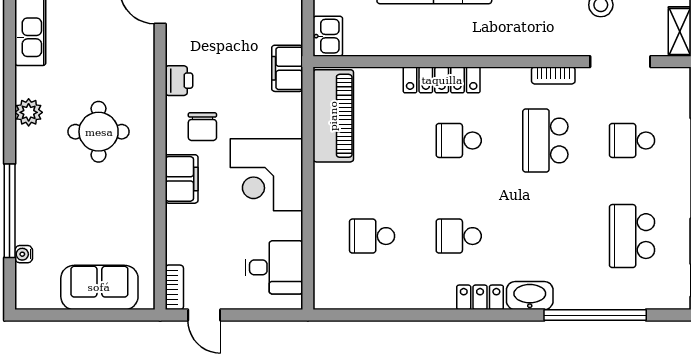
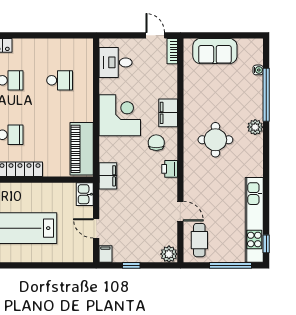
plant: (29, 112) -> (255, 127), moved

